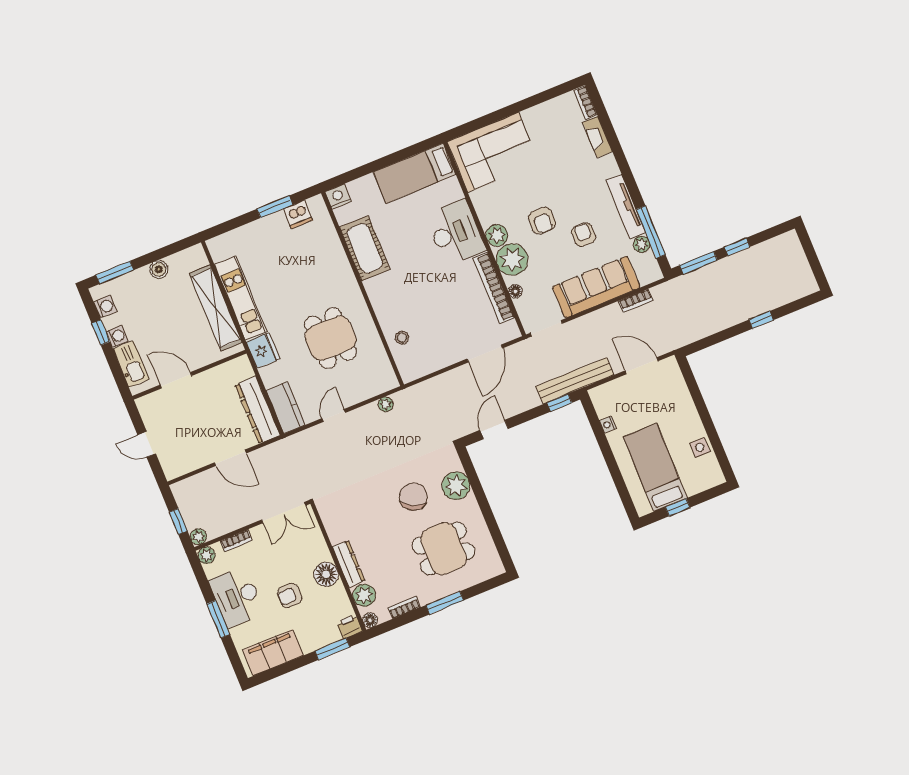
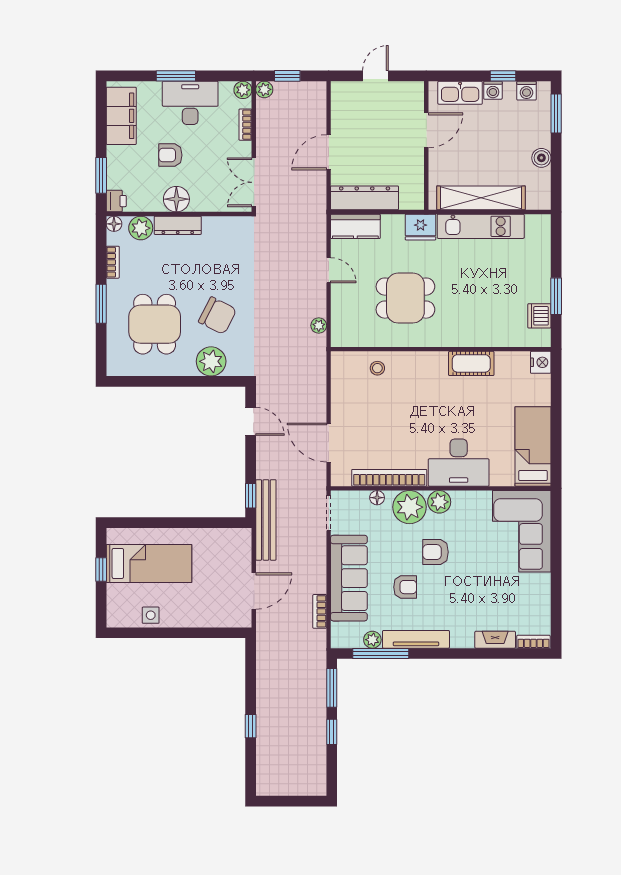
cot: (365, 248) -> (471, 363), width x0.73, depth x0.75
nightstand: (608, 424) -> (210, 535), removed
armchair: (290, 595) -> (170, 155), turned -90

